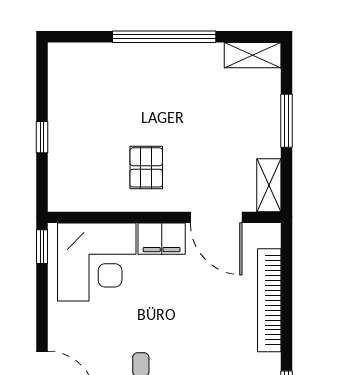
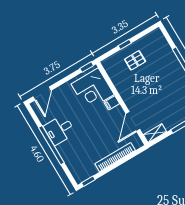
pallet: (146, 167) -> (135, 60), moved
filing cabinet: (162, 239) -> (112, 103), width x0.50

